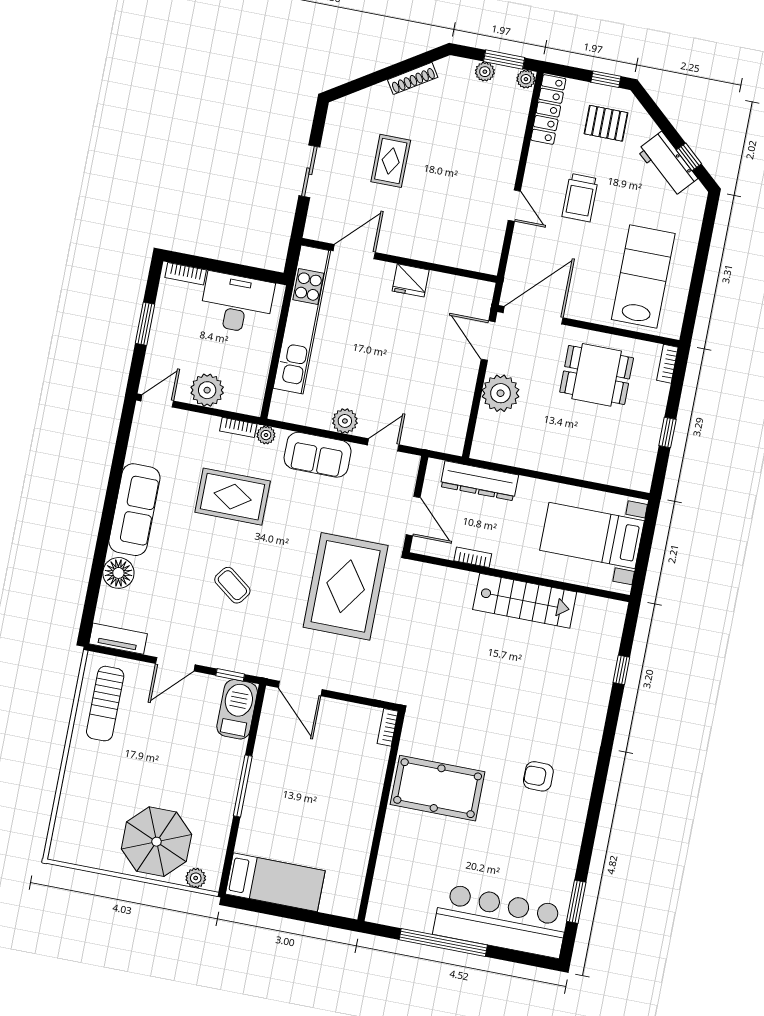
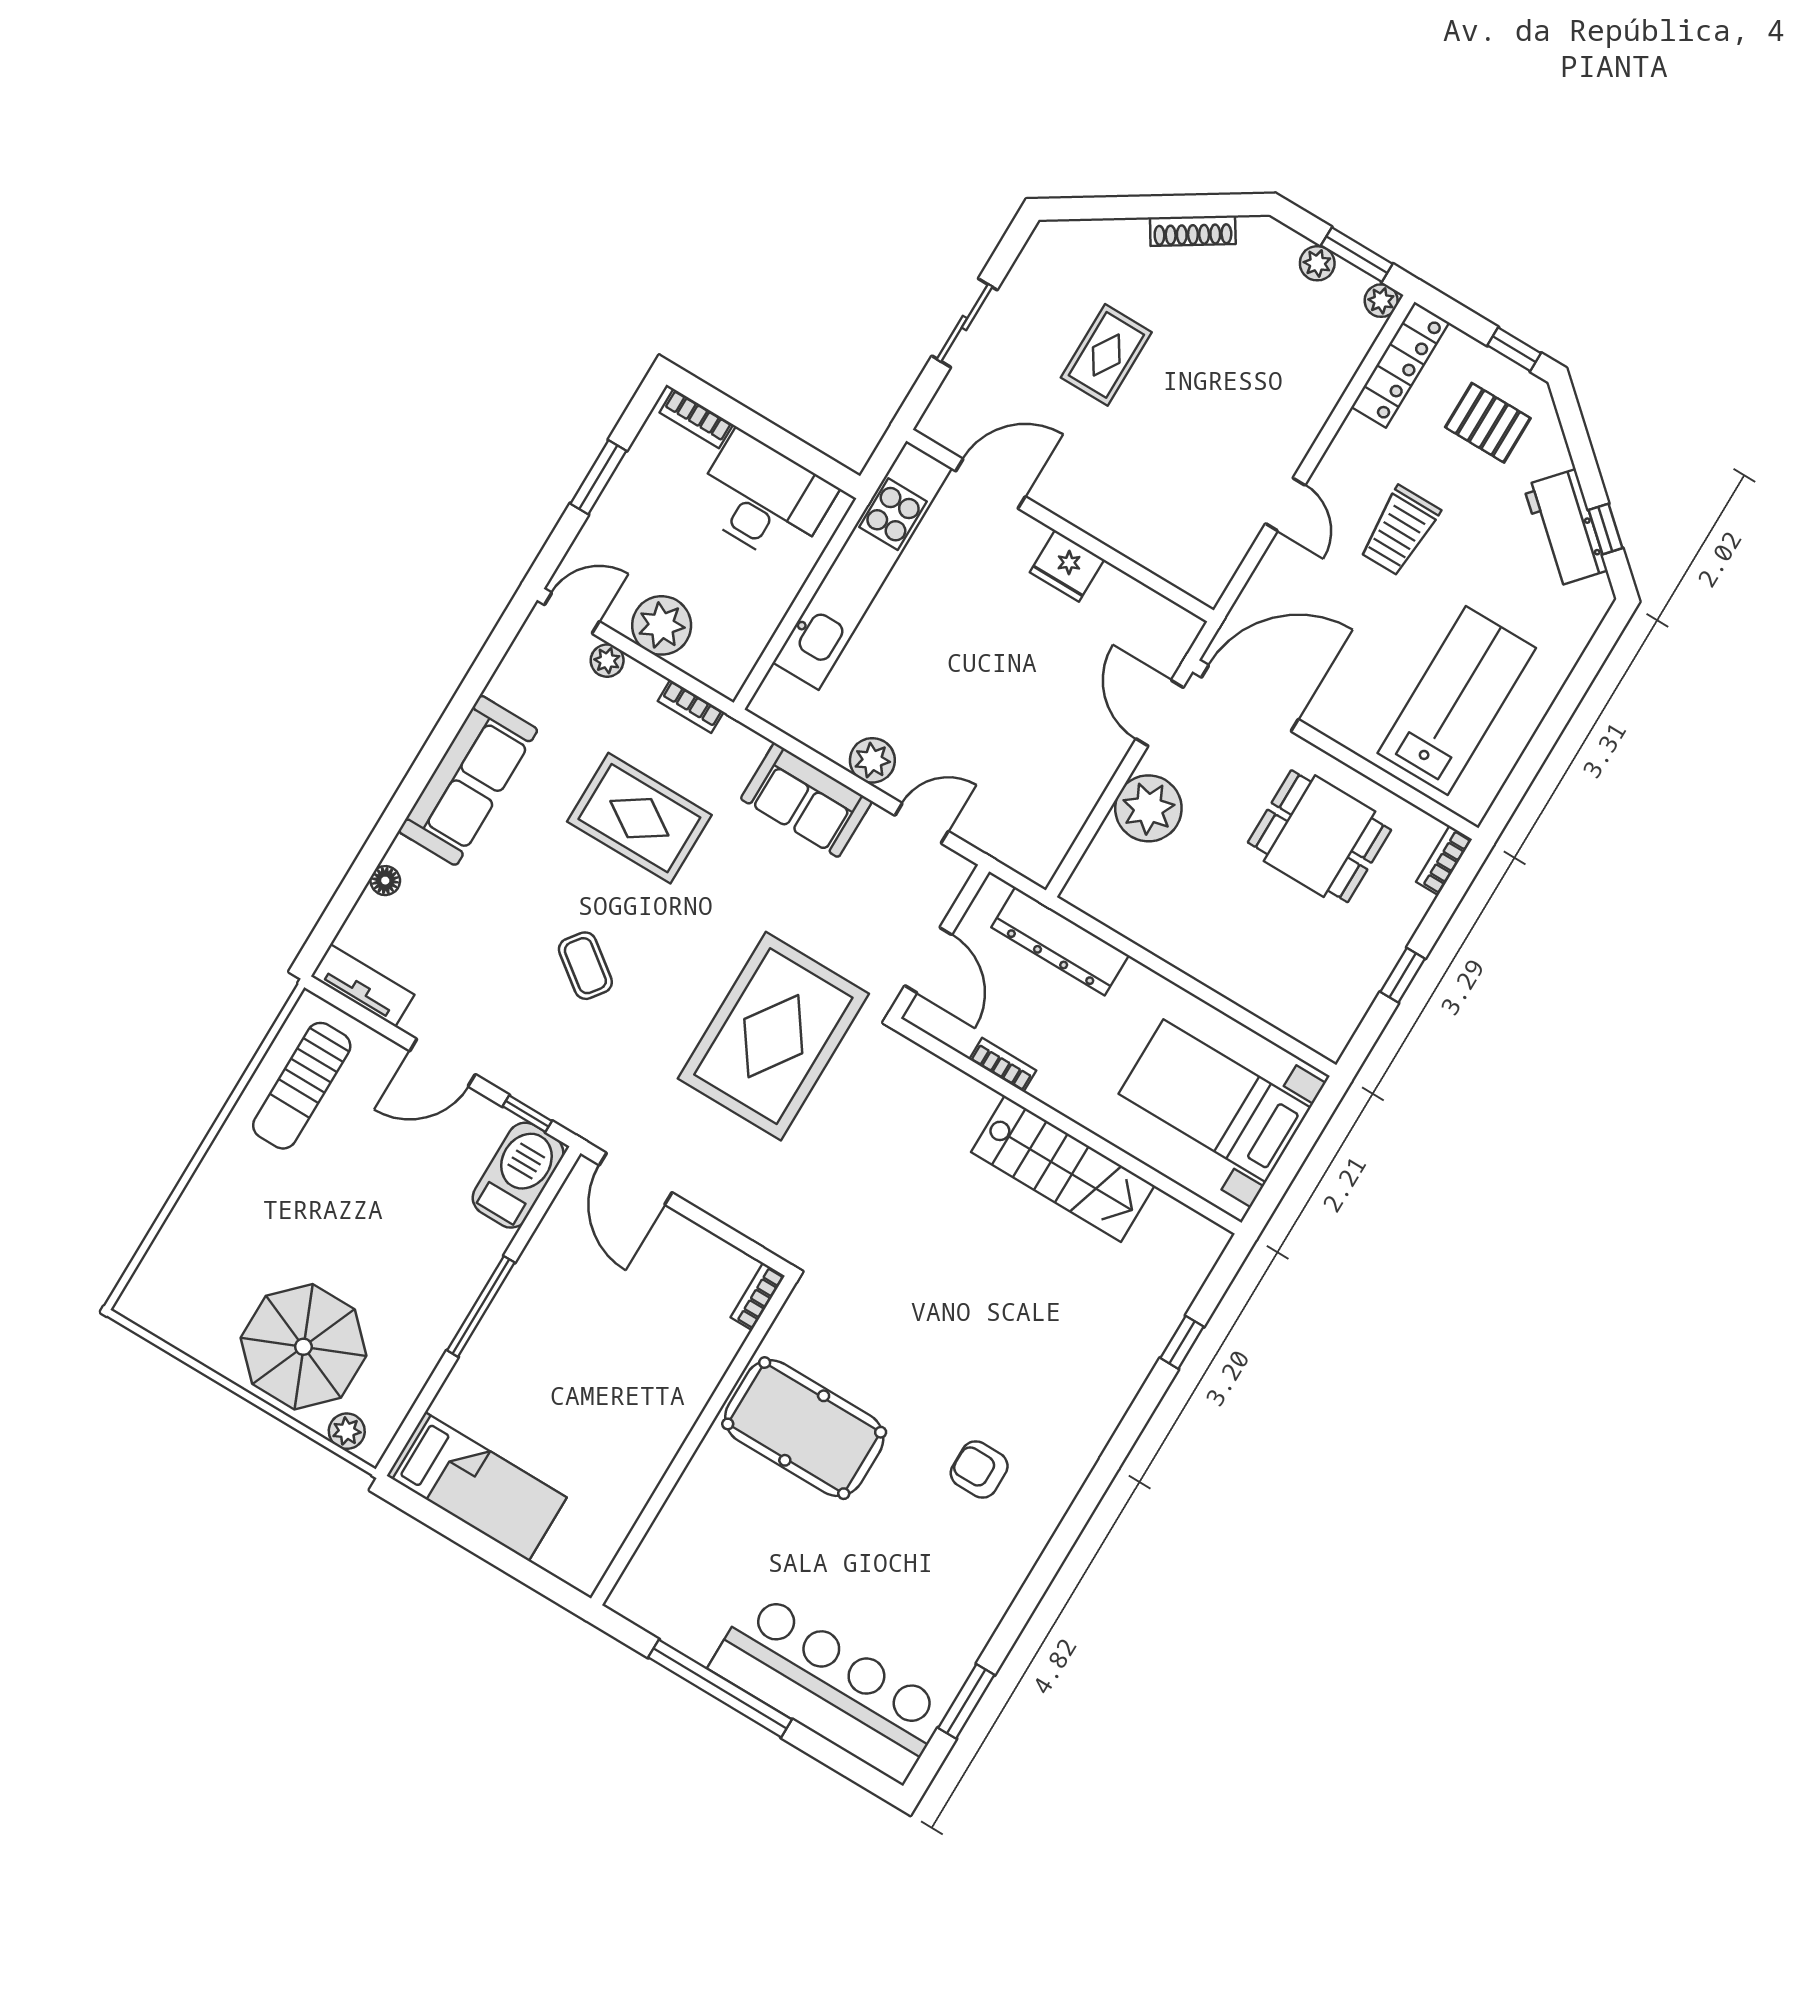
plant: (266, 435) -> (607, 661), moved
floor lamp: (118, 573) -> (385, 881), width x0.53, depth x0.53

